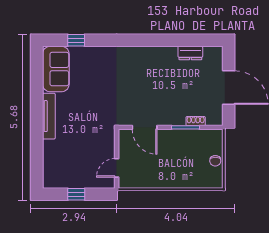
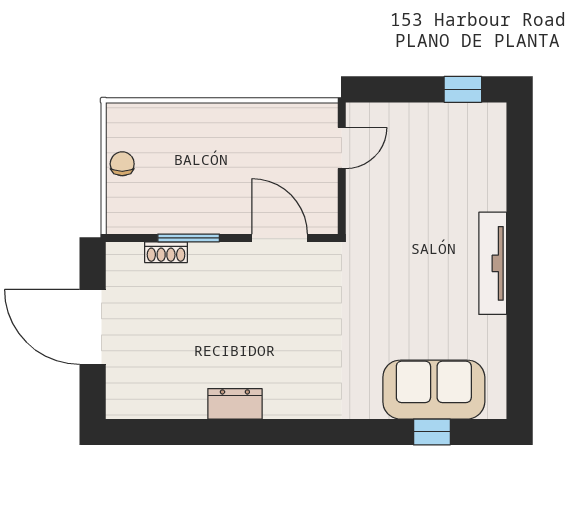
dresser: (190, 53) -> (235, 404), moved
sofa: (56, 69) -> (434, 390), moved, turned 90
window: (76, 194) -> (463, 89), moved

